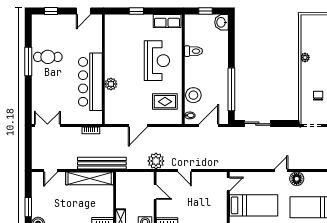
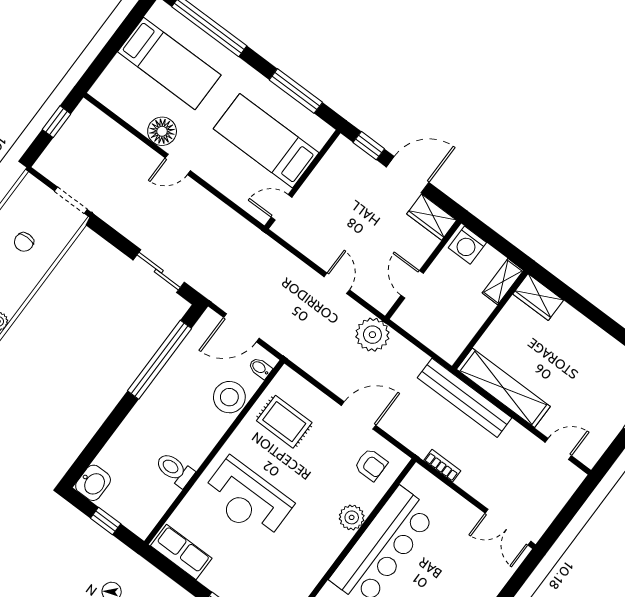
reception desk: (157, 61) -> (247, 499), turned -90
armchair: (119, 110) -> (371, 465), added

